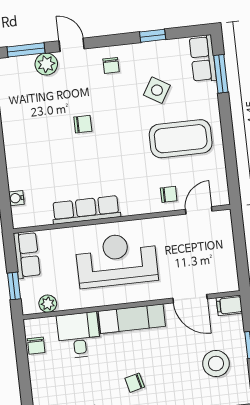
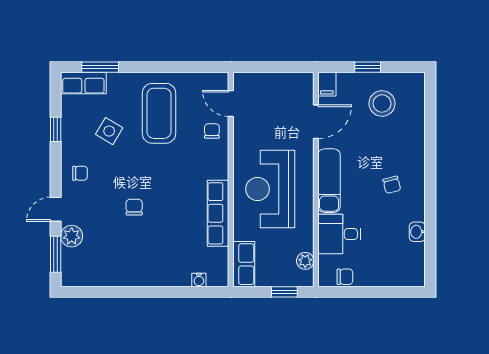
row of seats: (27, 255) -> (244, 264), moved, turned 90

